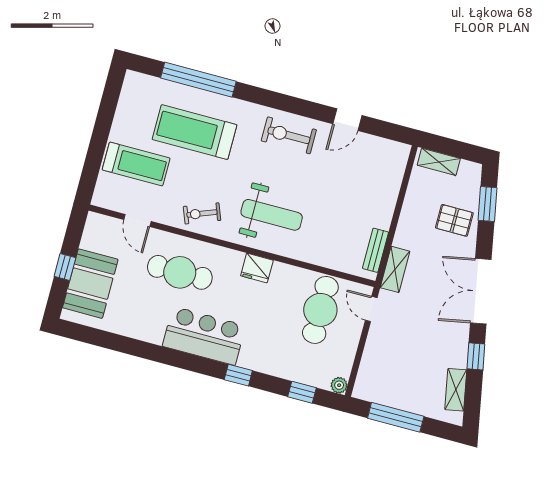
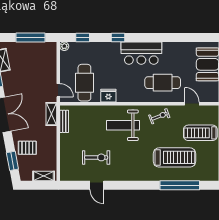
door: (347, 120) -> (97, 185), swing flipped
exercise bike: (289, 135) -> (96, 157), moved
fridge: (257, 268) -> (108, 96), moved

